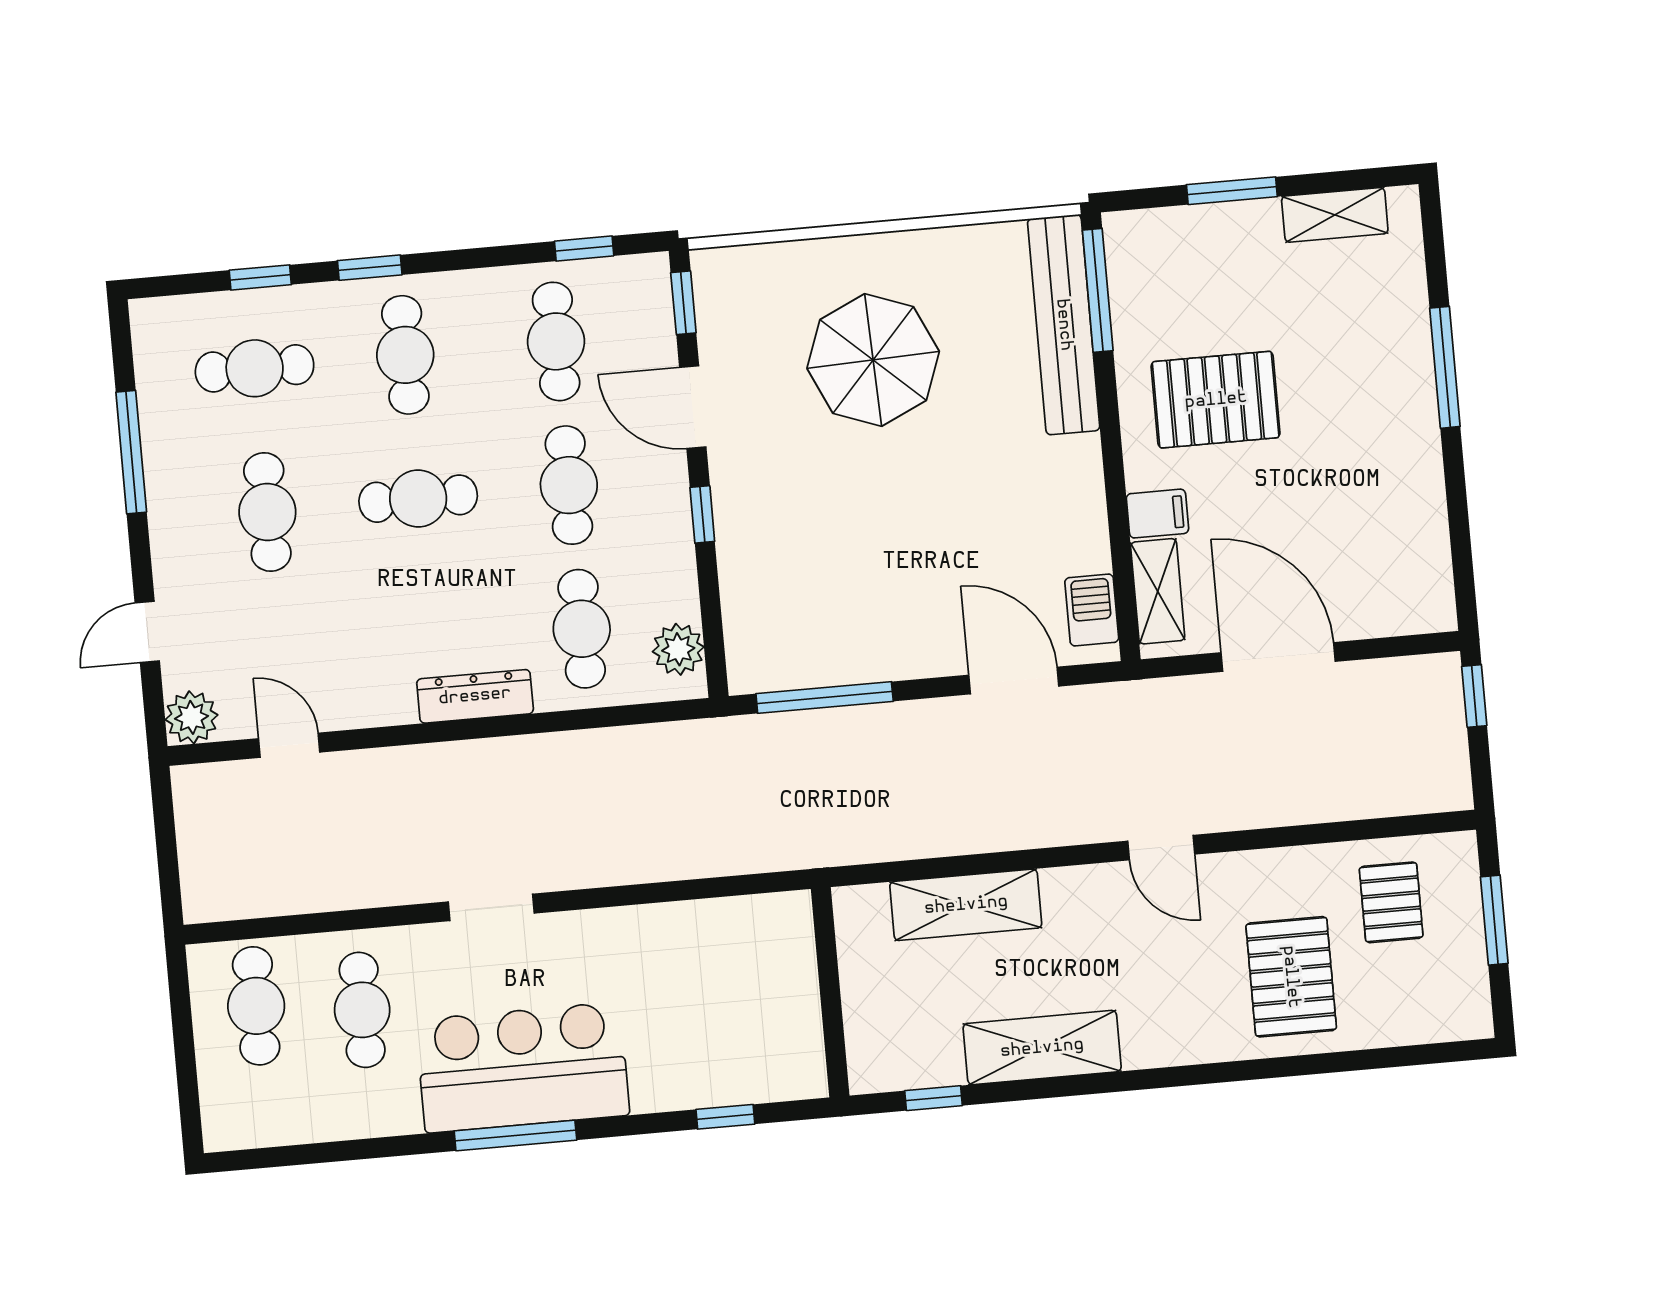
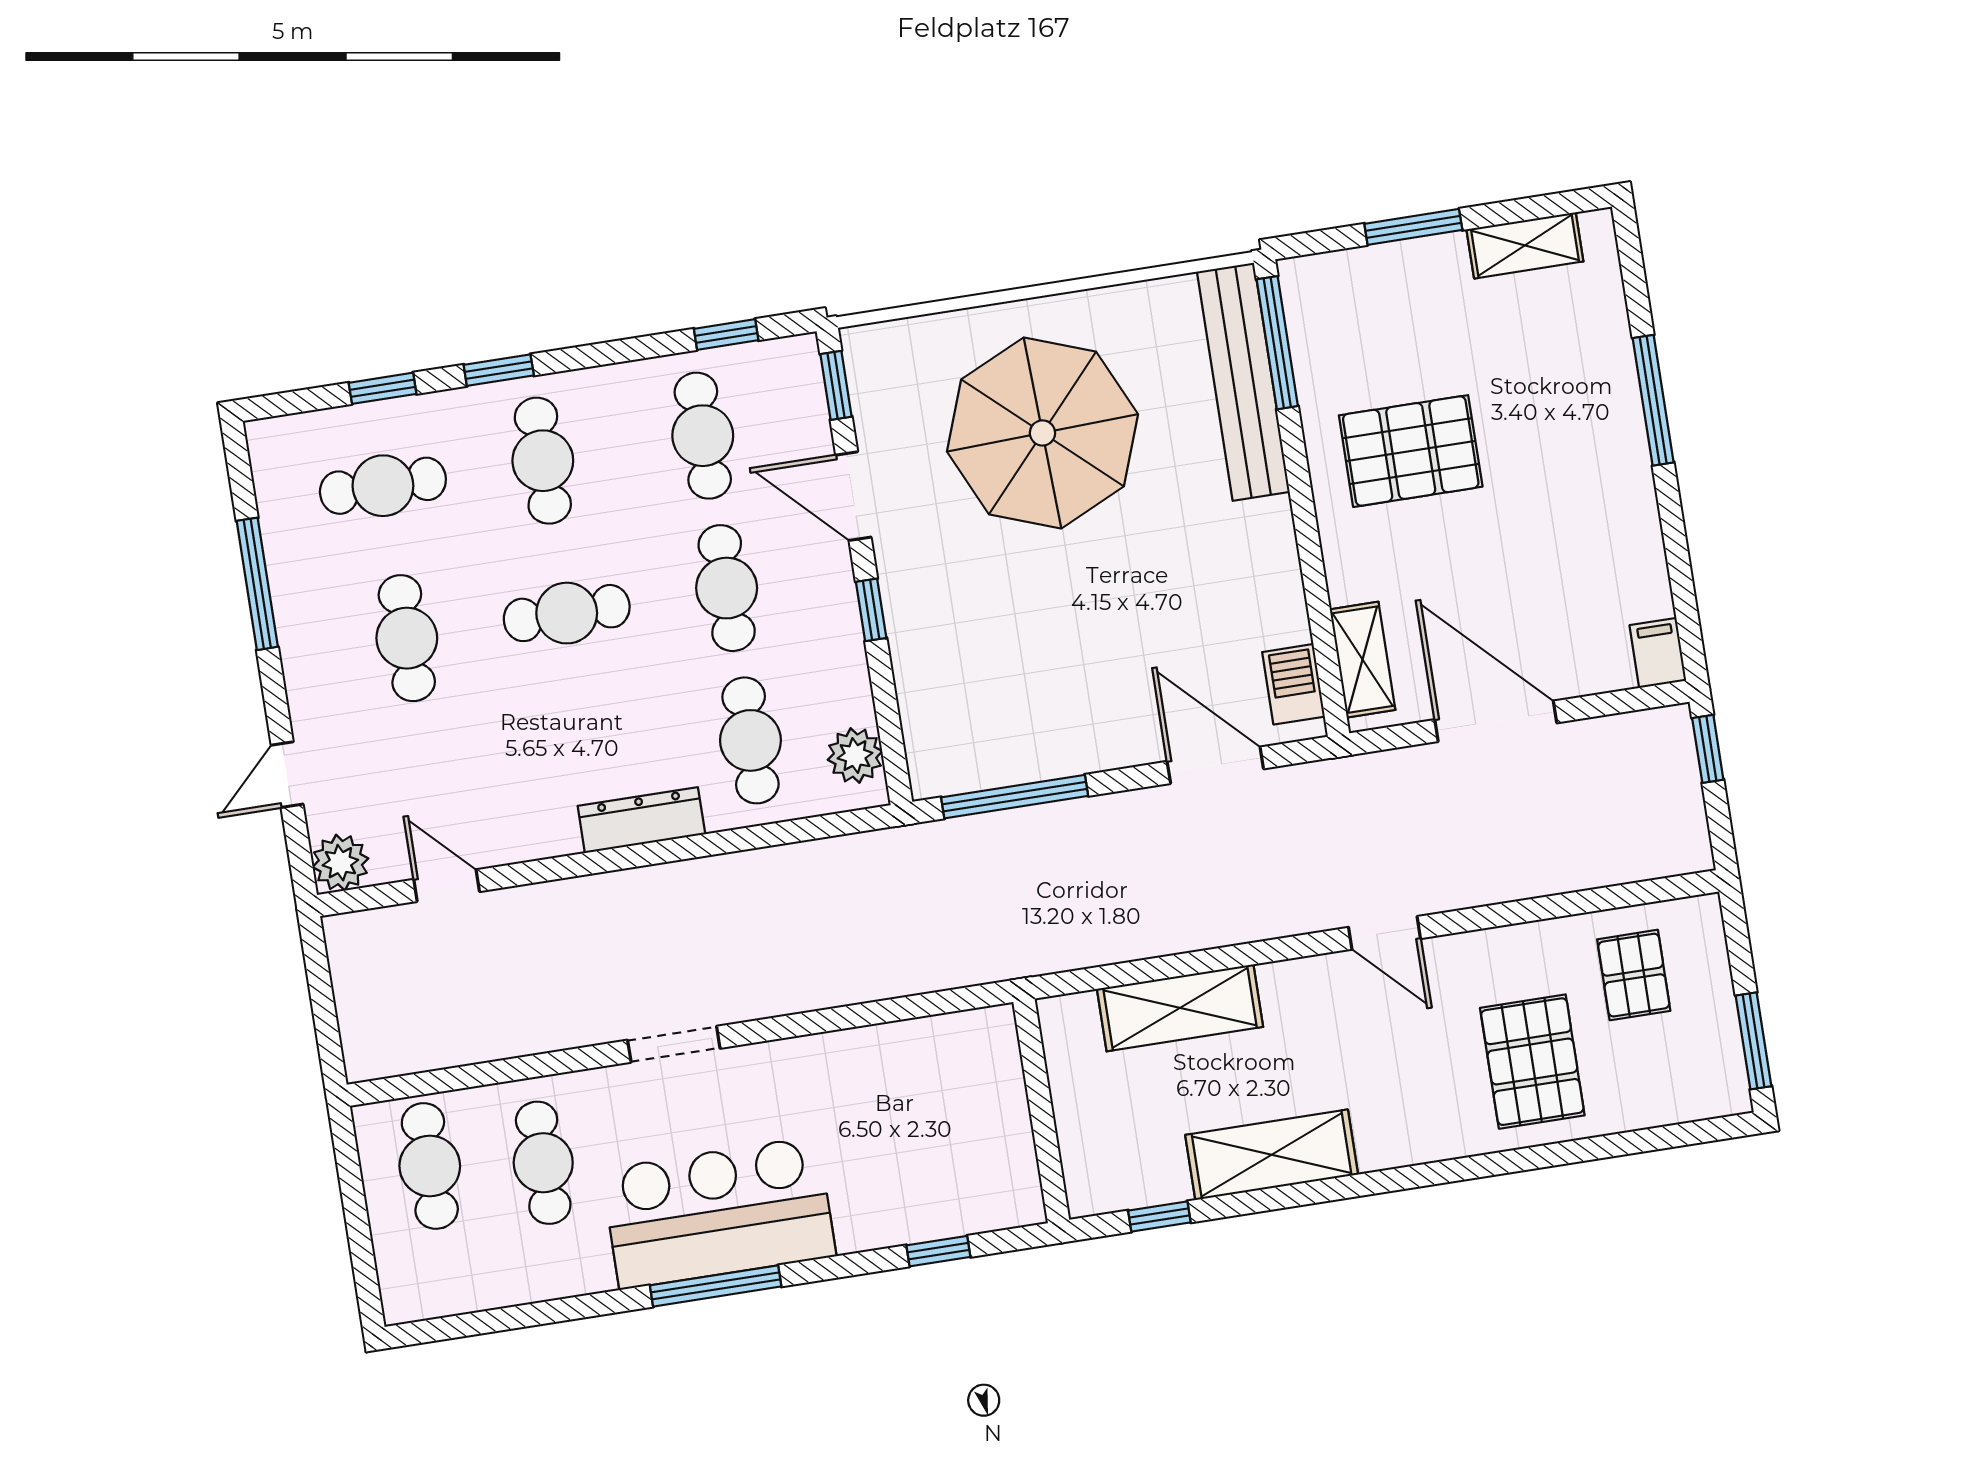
parasol: (873, 360) -> (1042, 433), width x1.36, depth x1.36
filing cabinet: (1157, 514) -> (1658, 653), moved, turned -90
window: (1494, 920) -> (1754, 1041), moved

